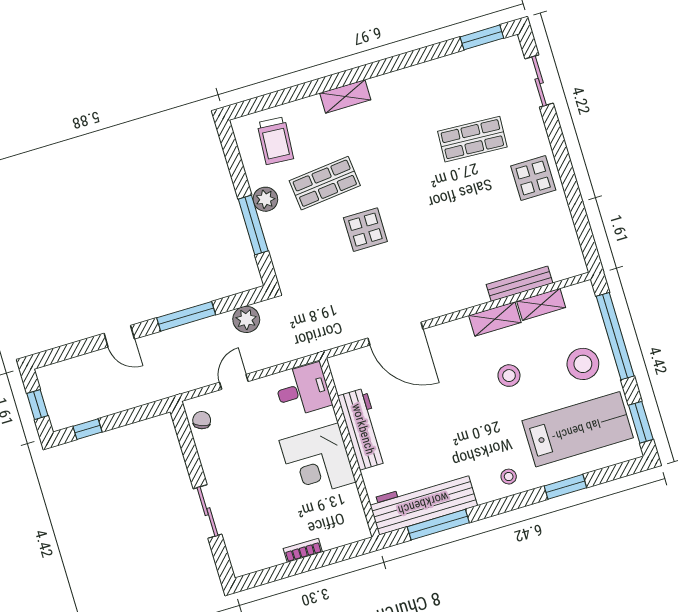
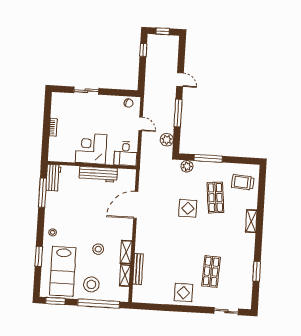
window: (482, 37) -> (257, 271), moved
plant: (265, 199) -> (187, 166), moved
door: (119, 336) -> (180, 80), swing flipped
workbench: (423, 503) -> (53, 178), width x0.53, depth x0.76

